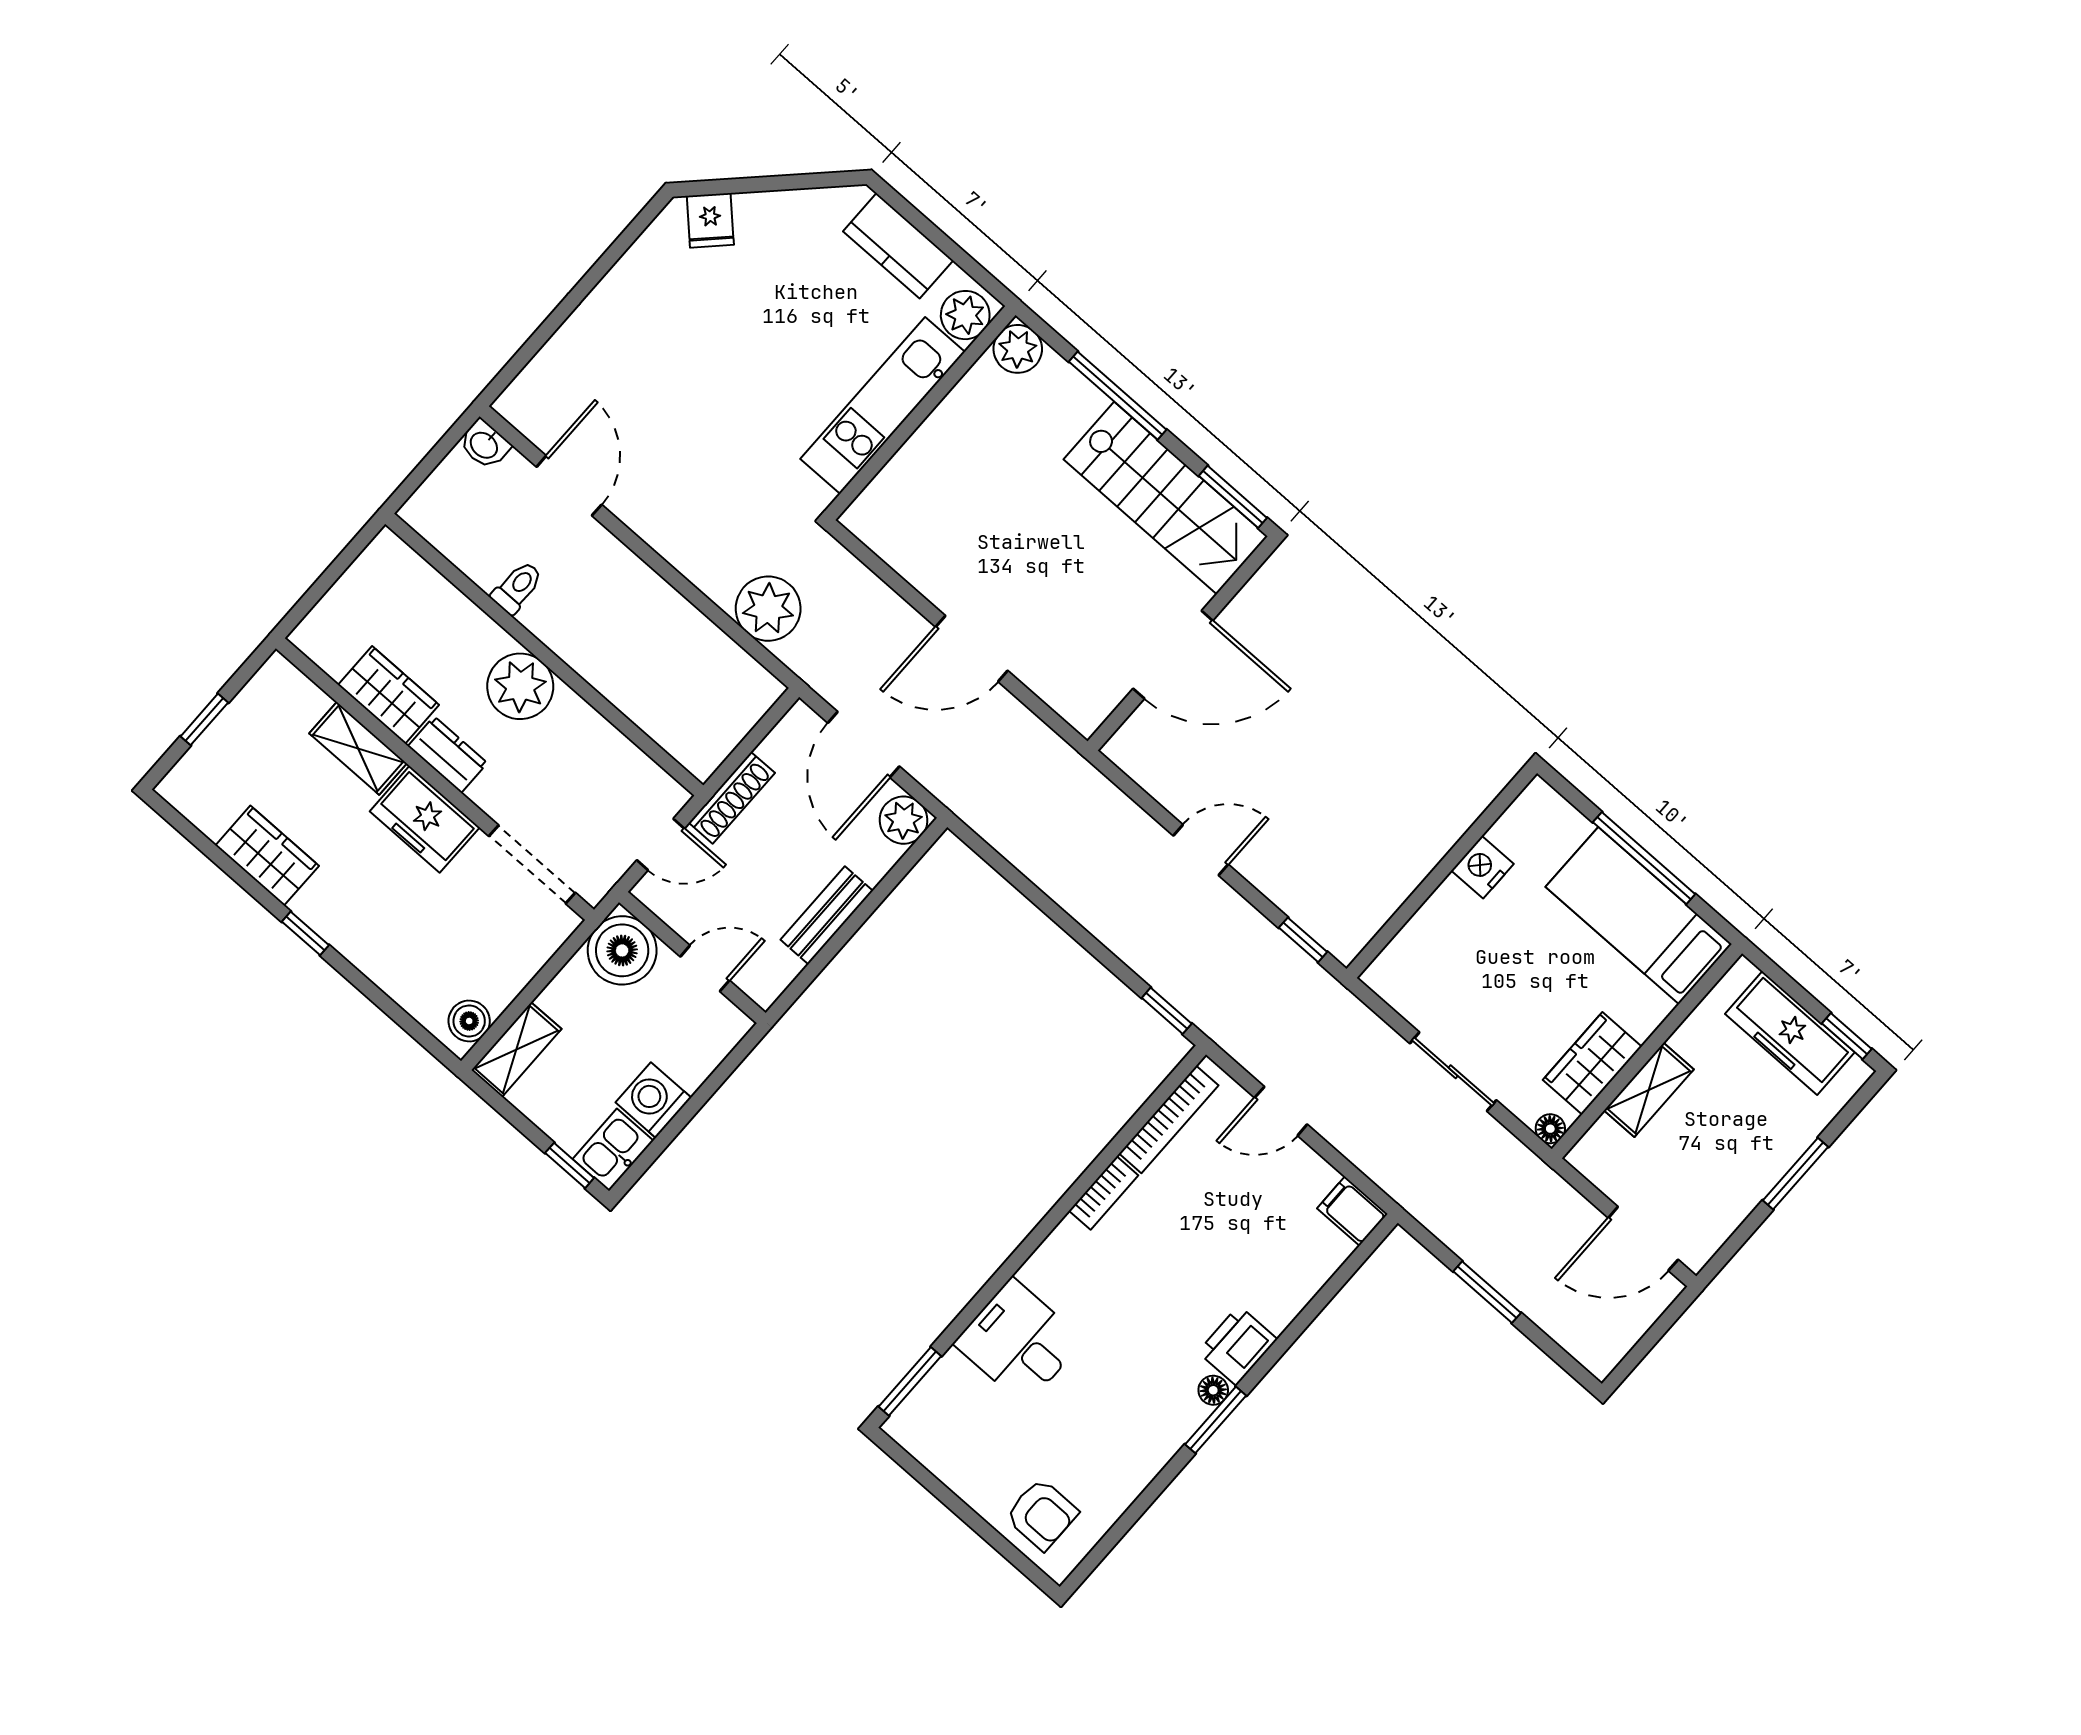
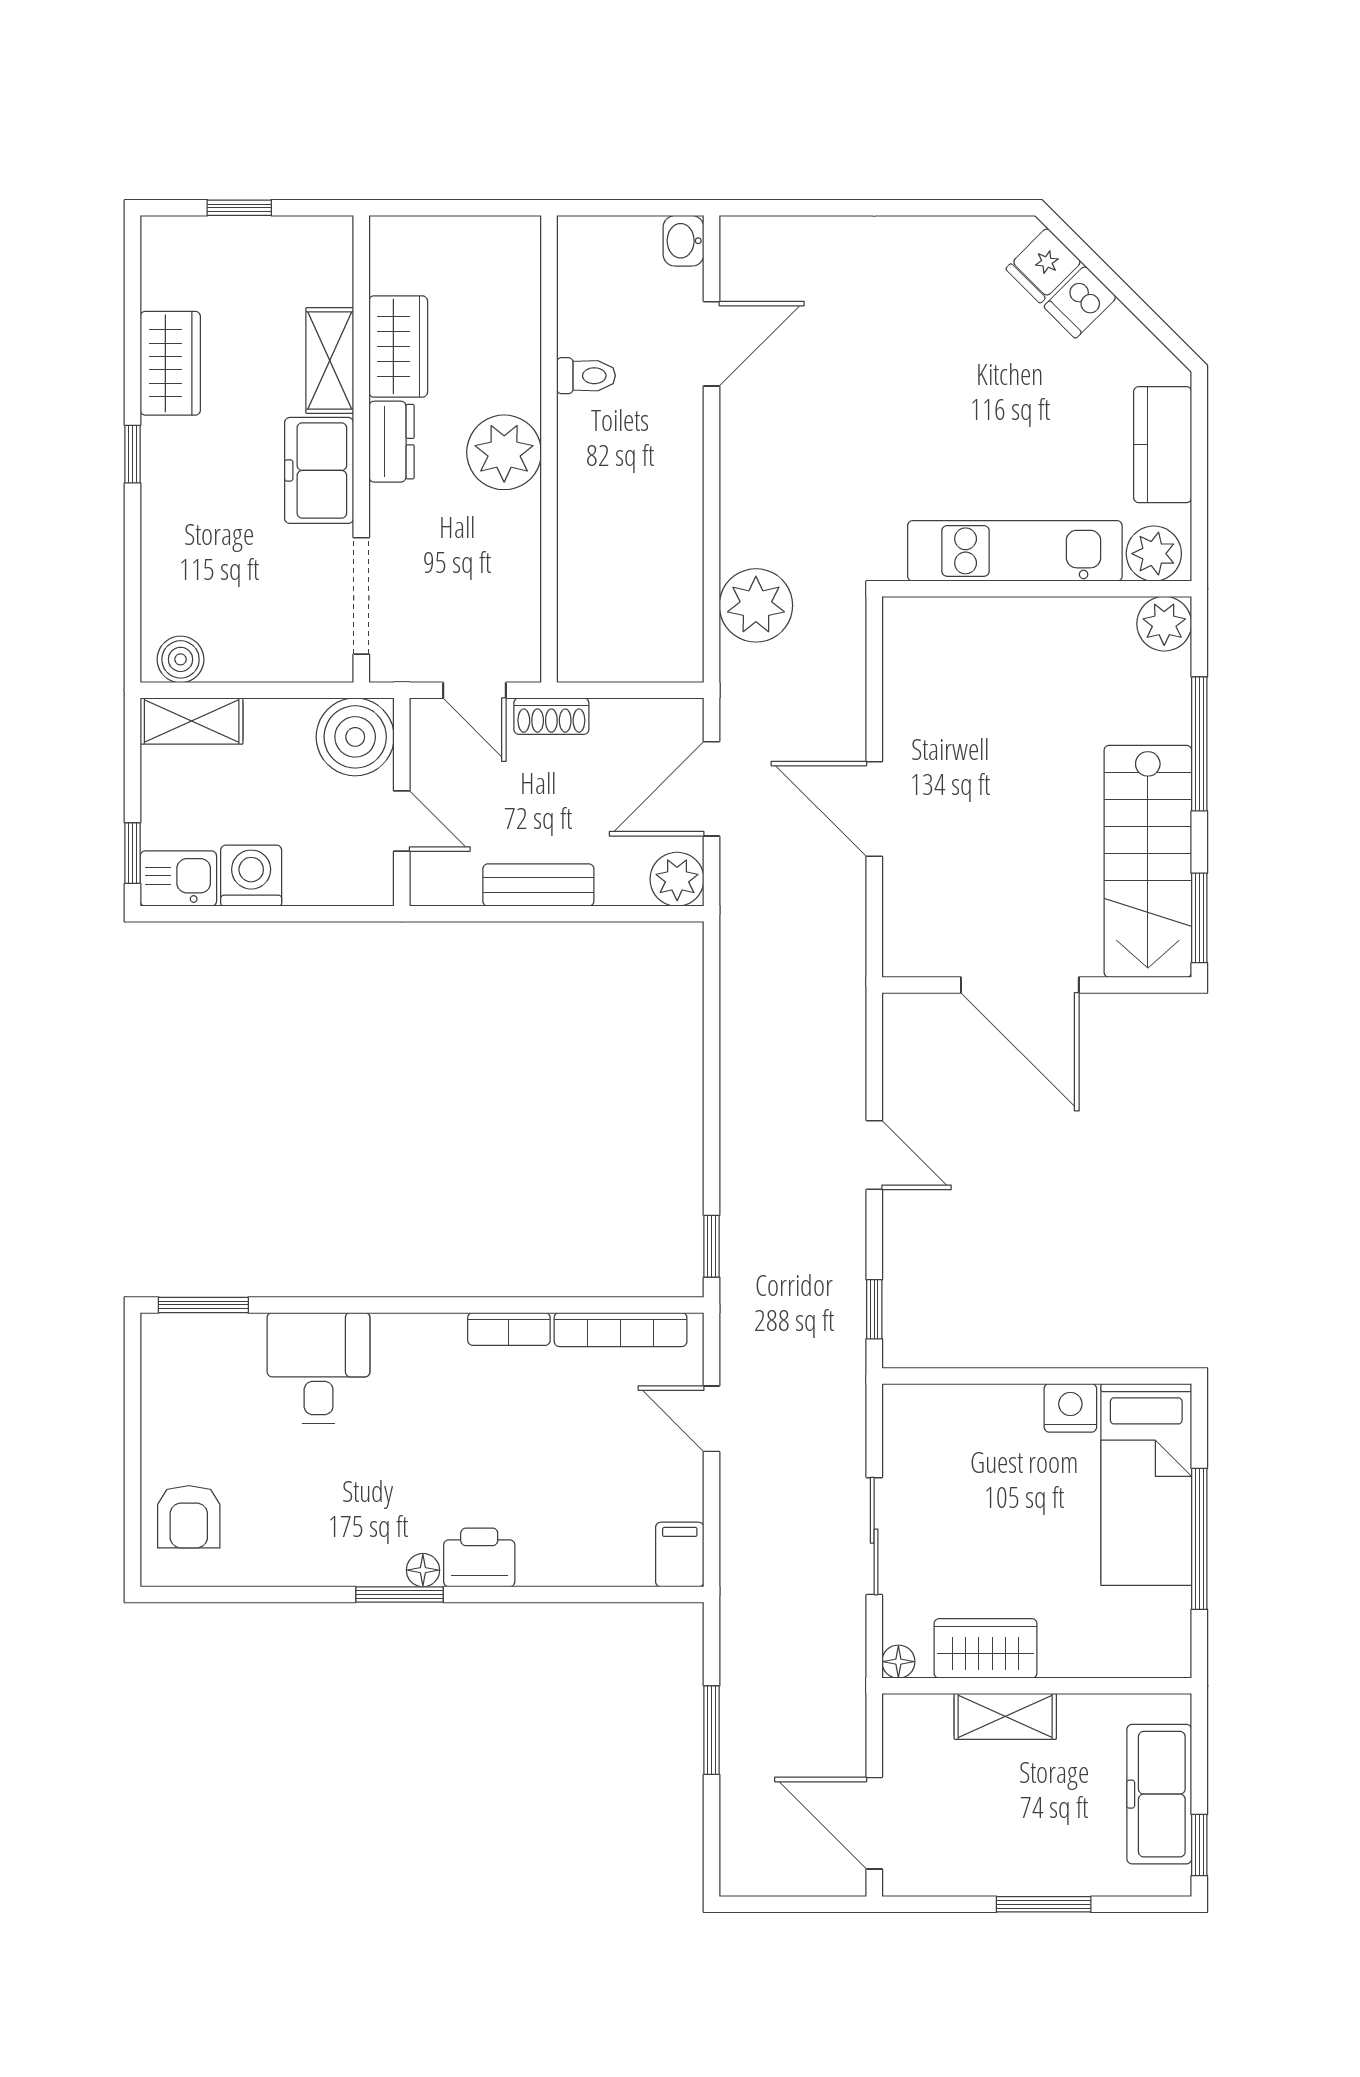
dishwasher: (756, 217) -> (1080, 302), added
shoe rack: (732, 798) -> (551, 716), width x0.70
bed: (1639, 916) -> (1146, 1485), moved, turned 180

